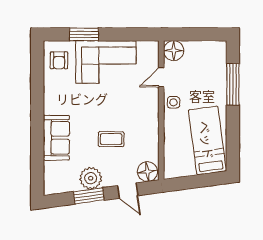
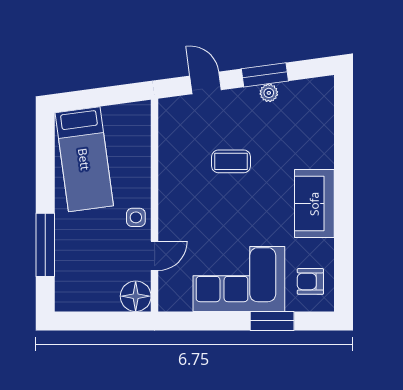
armchair: (59, 60) -> (310, 281), turned -90
sofa: (56, 138) -> (314, 204), moved
floor lamp: (147, 172) -> (176, 112), removed
plant: (91, 178) -> (269, 93), width x0.53, depth x0.53

